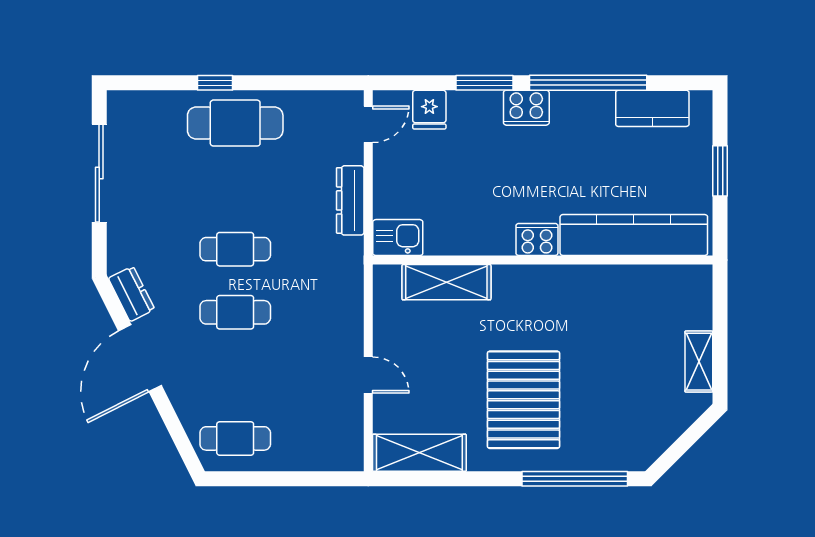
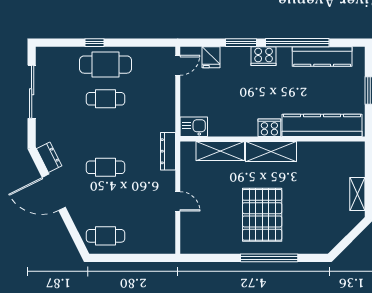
kitchen counter: (652, 108) -> (322, 57), width x1.50
dresser: (350, 200) -> (168, 151), moved
cafe table: (235, 249) -> (105, 99), moved
door: (140, 358) -> (54, 192), hinge flipped
shelving: (419, 453) -> (271, 152), moved
window: (575, 479) -> (269, 258), moved

